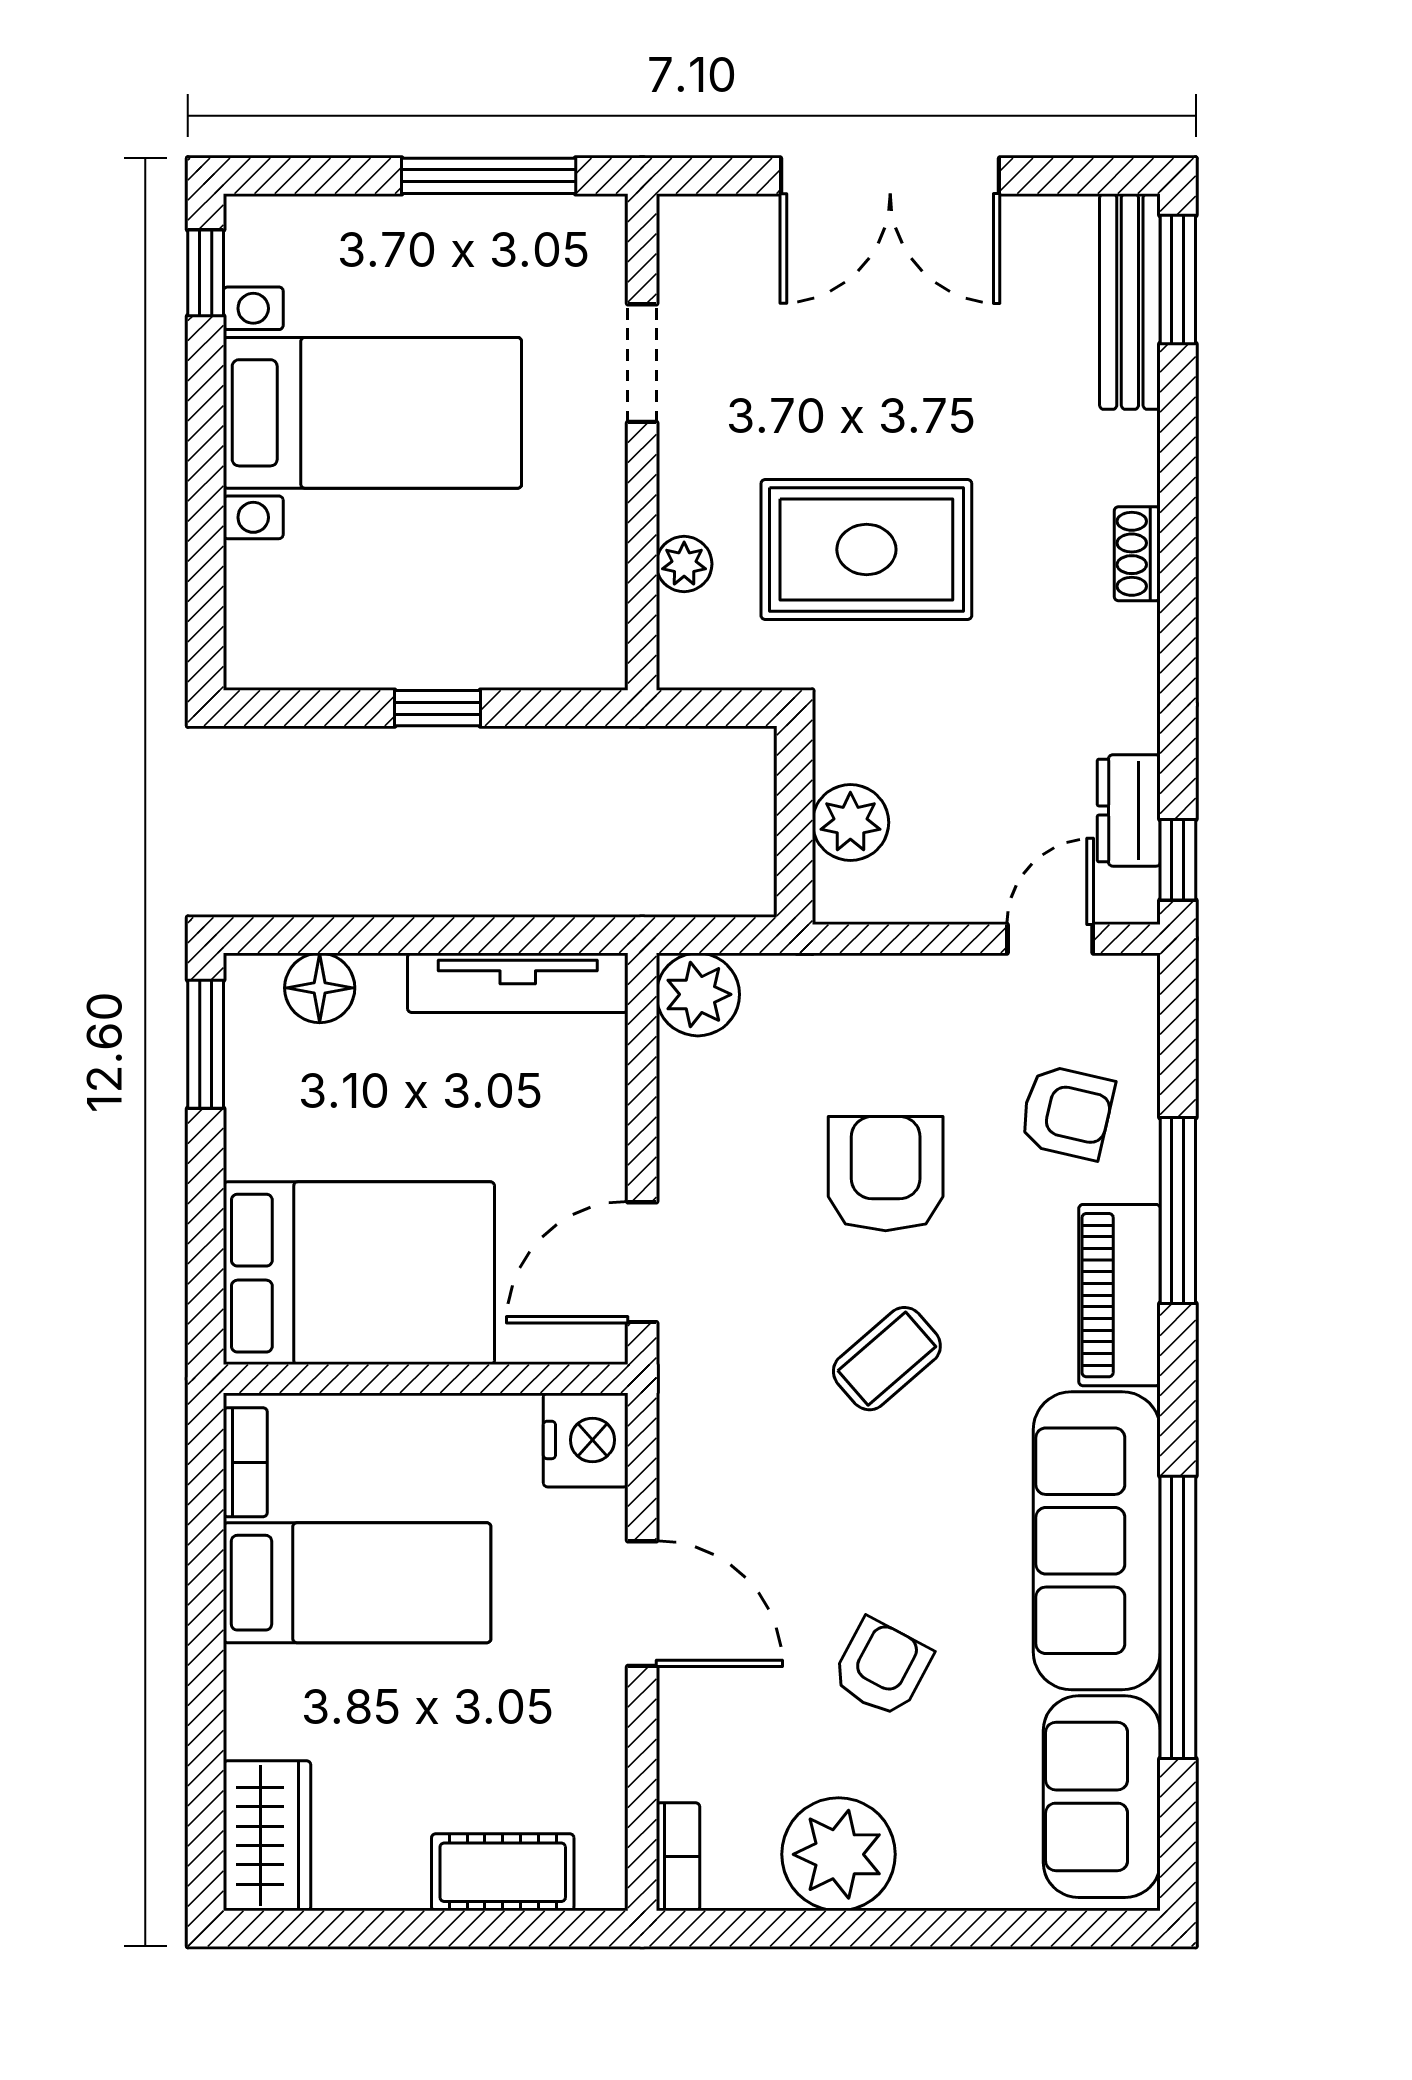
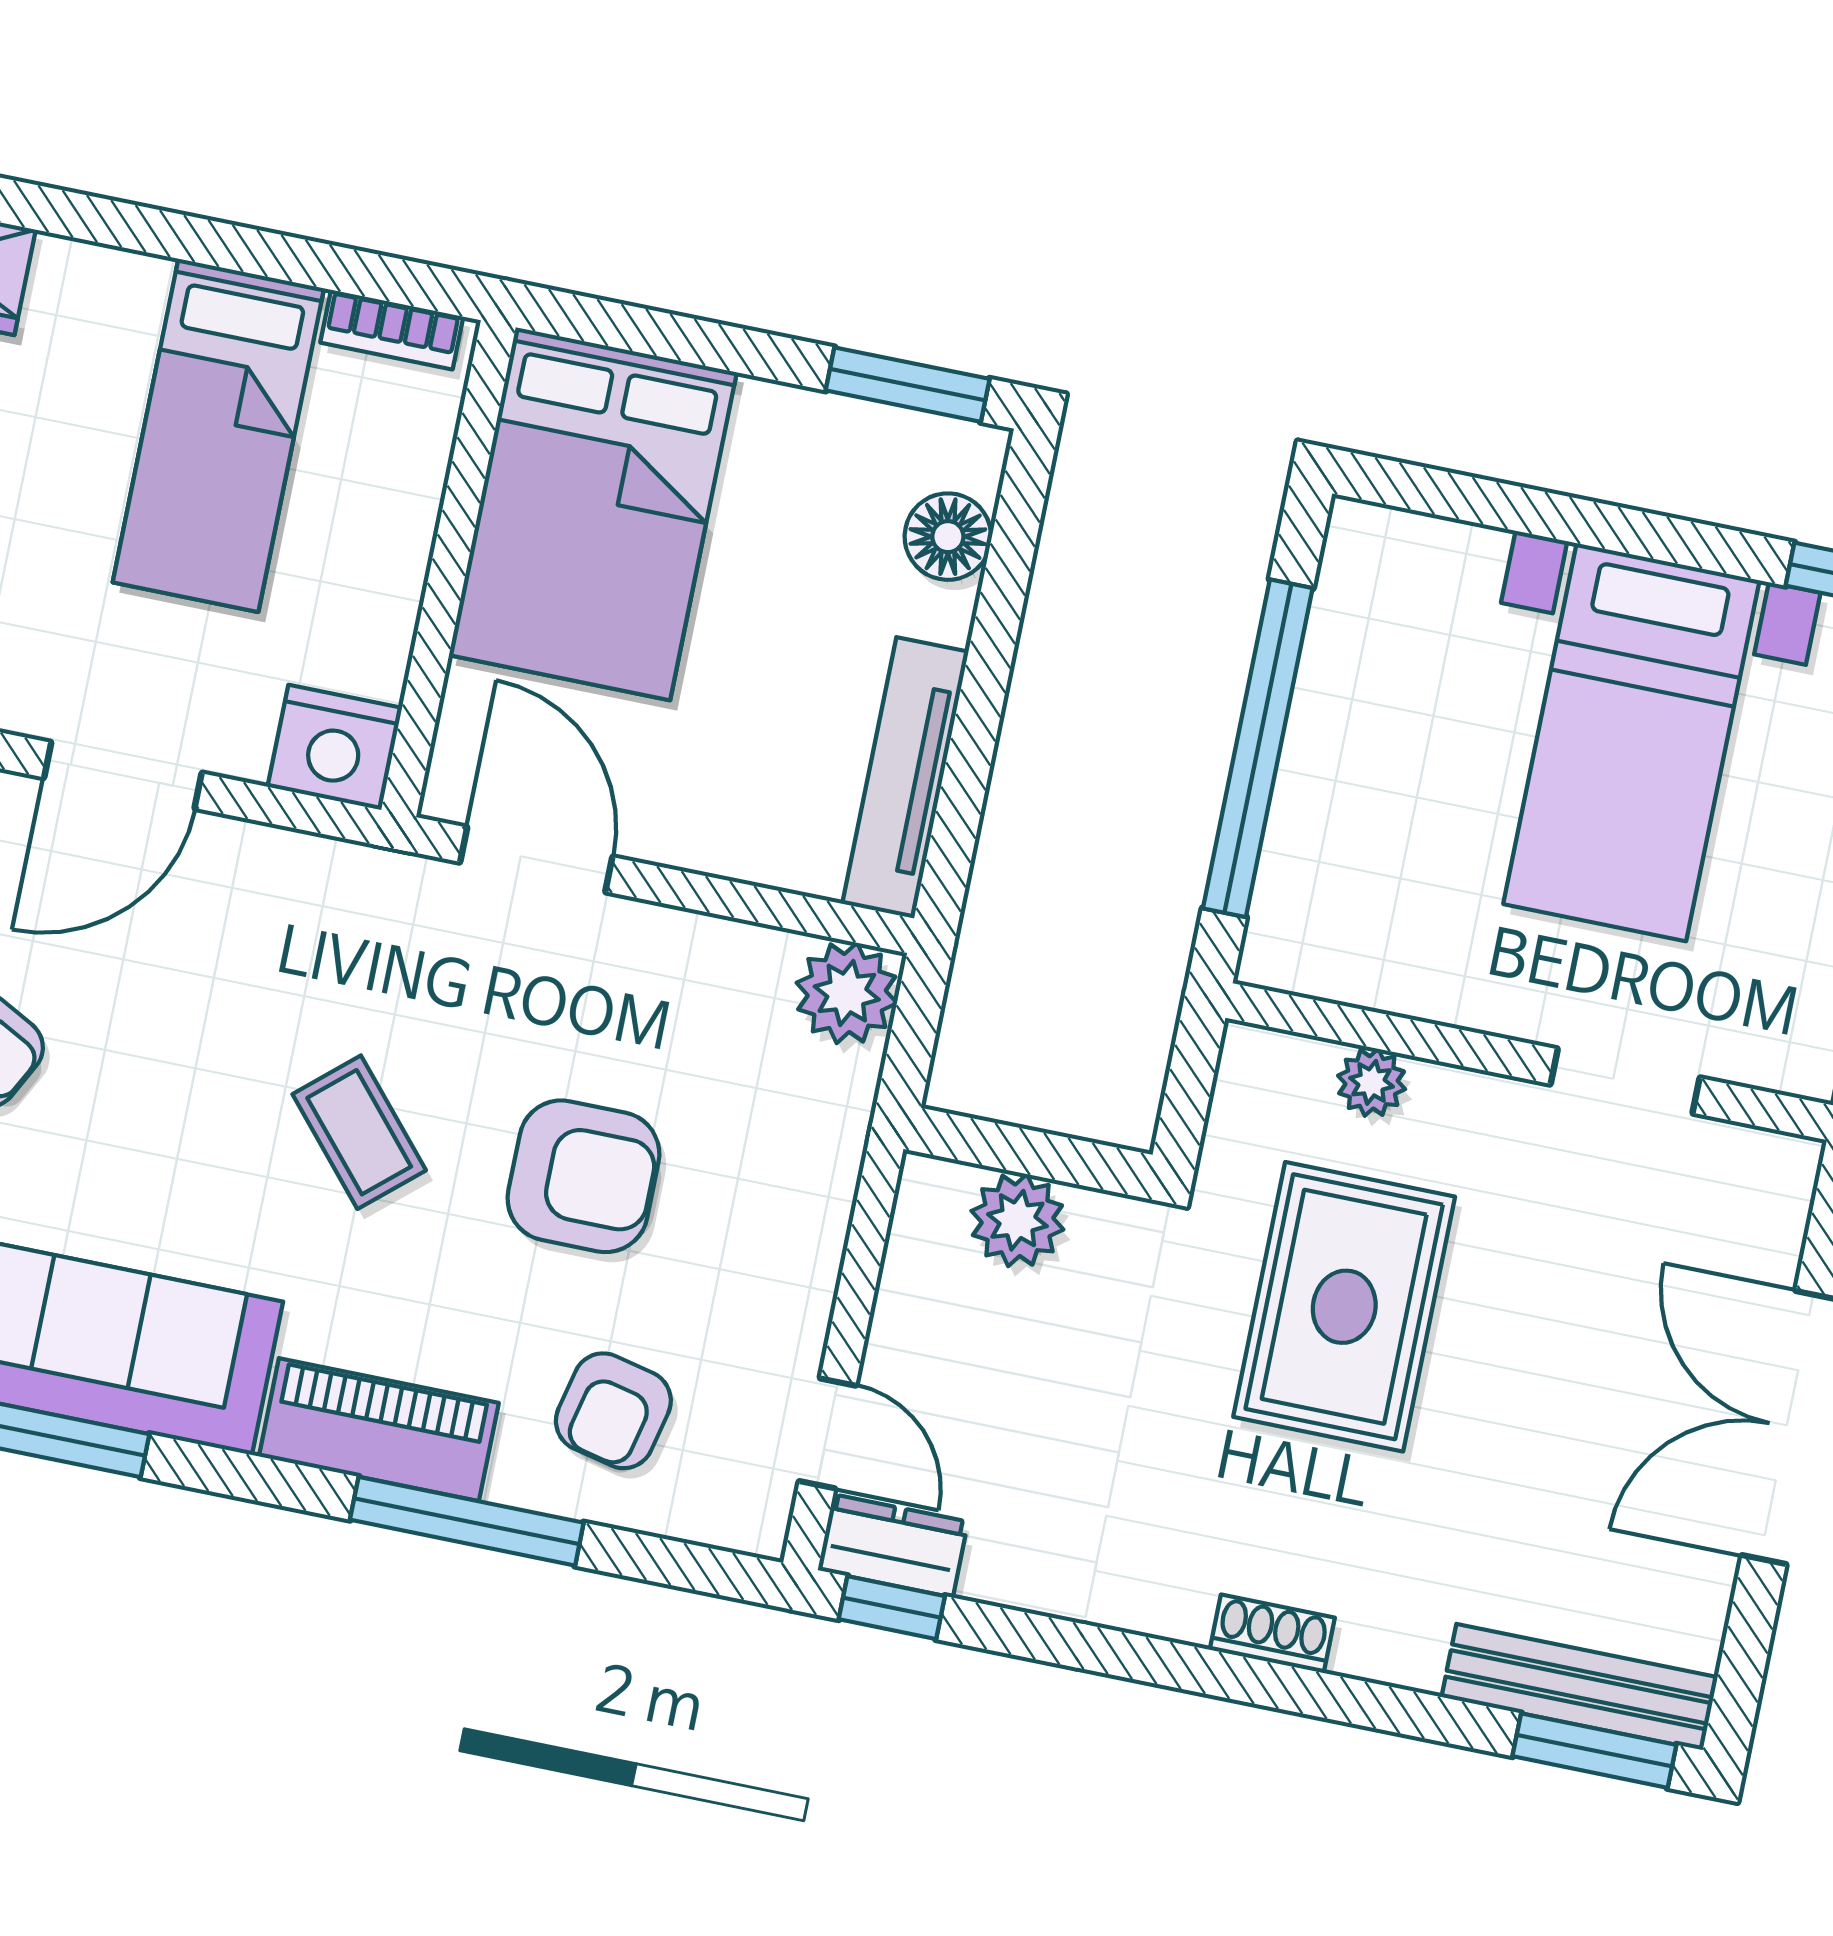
window: (438, 708) -> (1258, 748), width x3.17
dresser: (1129, 810) -> (893, 1546), moved

